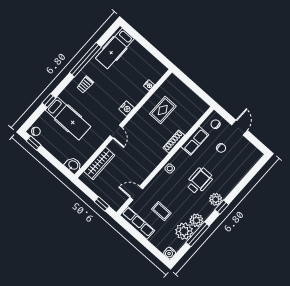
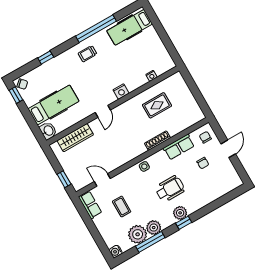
hospital bed: (68, 118) -> (53, 105), moved, turned -90
row of seats: (137, 223) -> (90, 205), width x0.68

